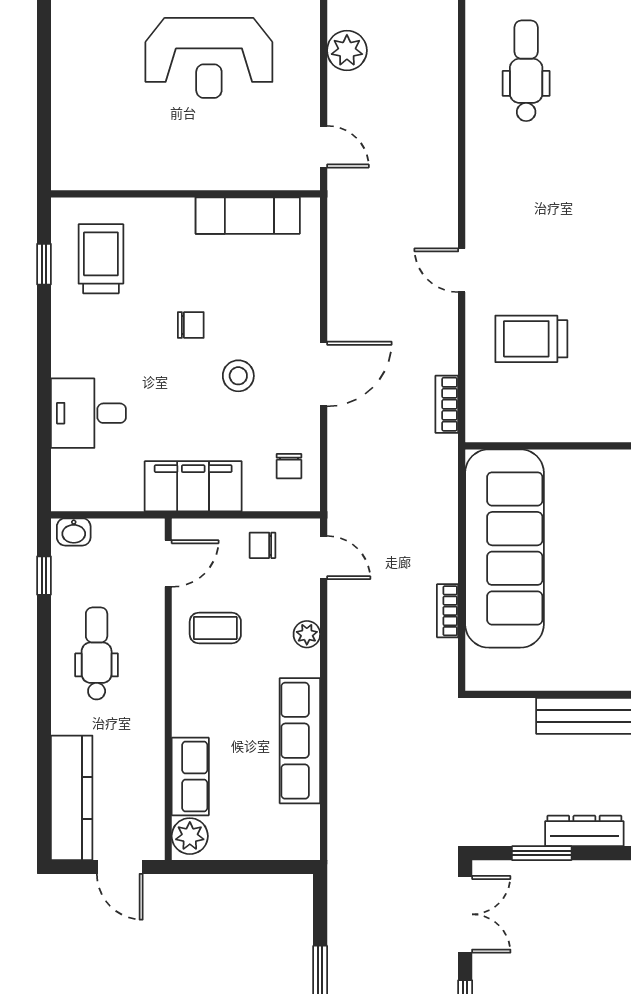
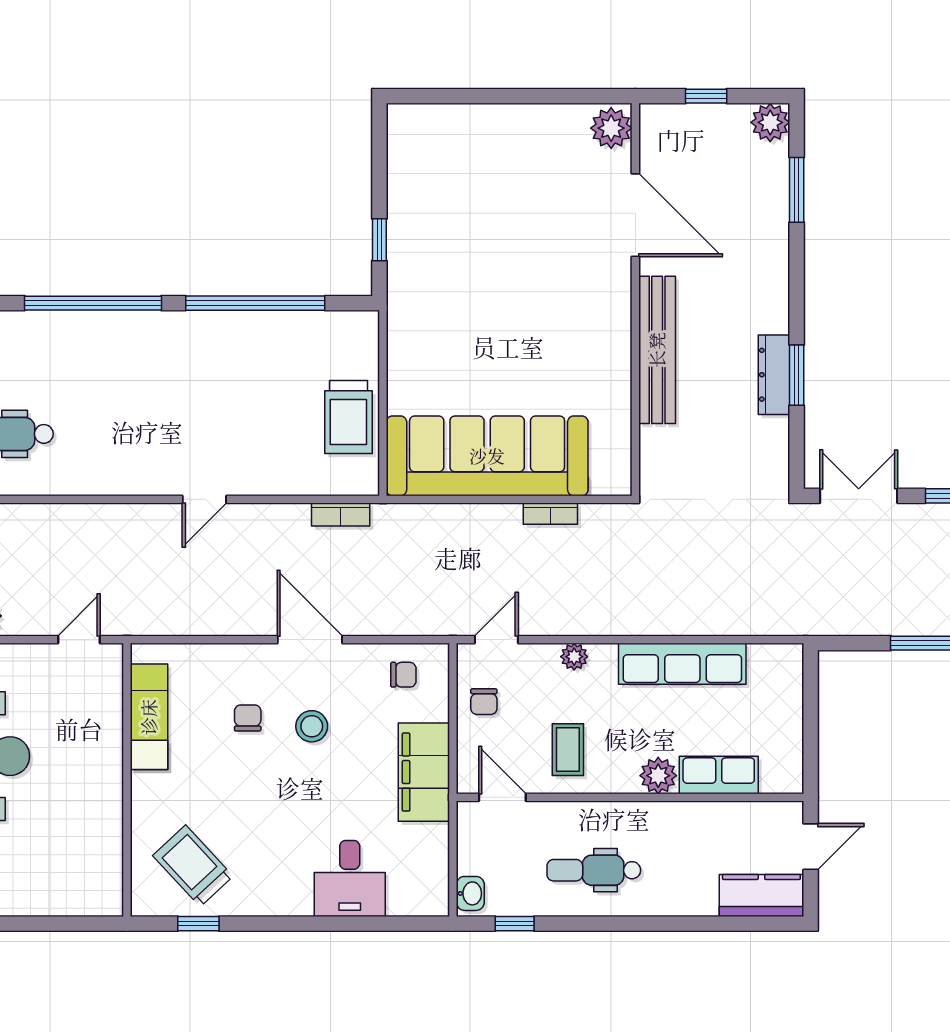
trolley: (101, 259) -> (193, 866), turned 47
chair: (191, 325) -> (248, 718), moved
trolley: (531, 339) -> (348, 417), moved
kitchen counter: (72, 798) -> (761, 896), width x0.67
plant: (190, 836) -> (658, 776), moved
window: (542, 853) -> (797, 375), moved

